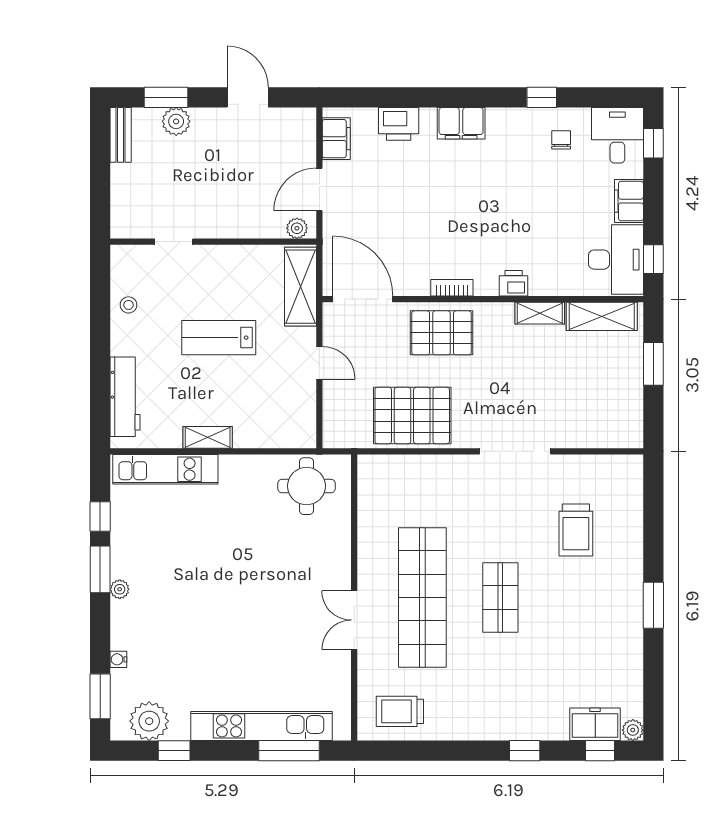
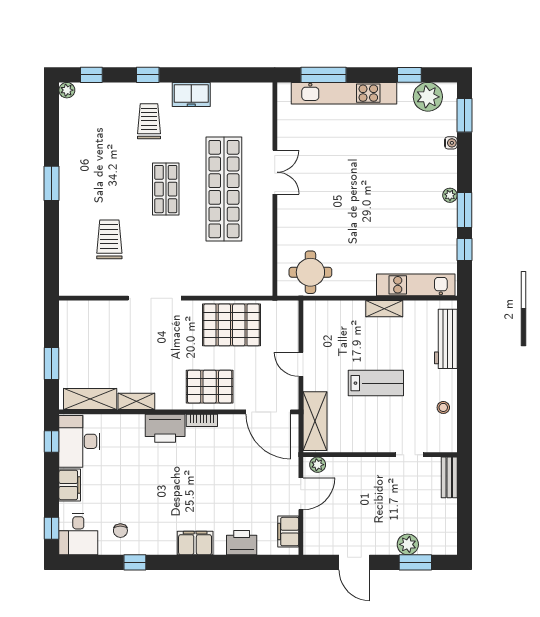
bench: (121, 135) -> (449, 477), moved
printer: (514, 283) -> (165, 428), width x1.87, depth x1.48
trolley: (400, 711) -> (149, 121), moved, turned -90
freezer: (595, 724) -> (191, 94), moved

